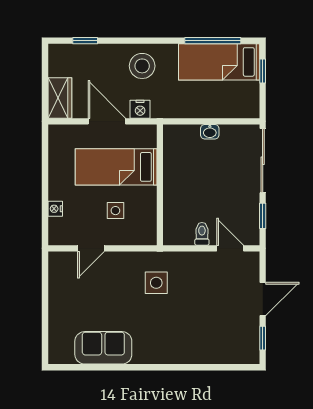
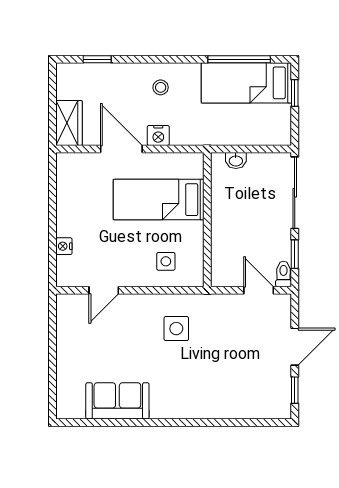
stool: (142, 66) -> (161, 87), width x0.53, depth x0.53
bed: (116, 167) -> (159, 200), moved
wall: (160, 185) -> (207, 220), moved
side table: (115, 211) -> (166, 261), moved
toilet: (202, 234) -> (284, 274), moved

